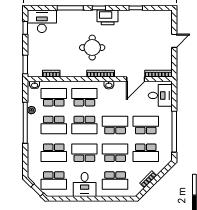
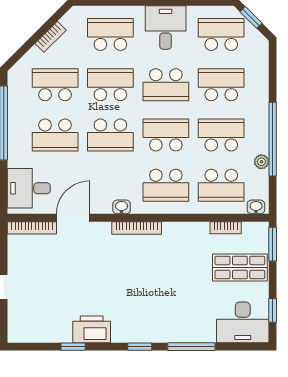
printer: (108, 17) -> (92, 329), moved
round table: (92, 48) -> (152, 275), removed
shop shelf: (43, 52) -> (240, 268), added
school desk: (115, 153) -> (110, 85), turned 180

